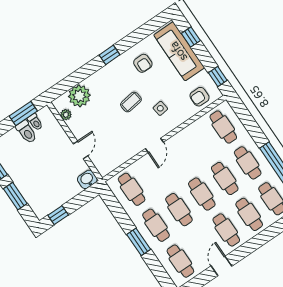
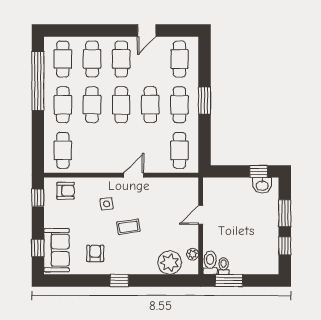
sofa: (179, 51) -> (56, 250), width x0.73
toilet: (26, 132) -> (210, 263), moved
washbasin: (87, 179) -> (262, 185), moved

